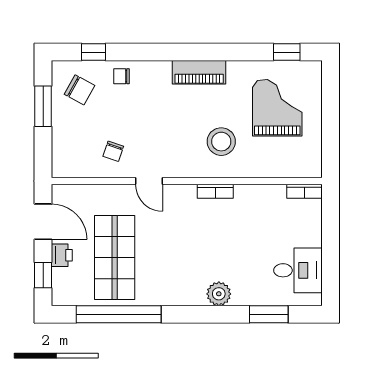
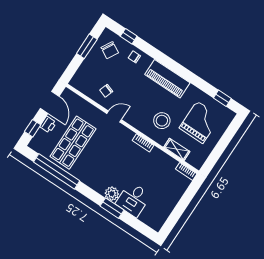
piano: (199, 72) -> (167, 79), width x1.37, depth x1.33
shelving: (270, 169) -> (177, 149), added
door: (149, 181) -> (114, 117), swing flipped
desk: (298, 270) -> (133, 199), moved, turned 90
window: (269, 314) -> (112, 208), moved

